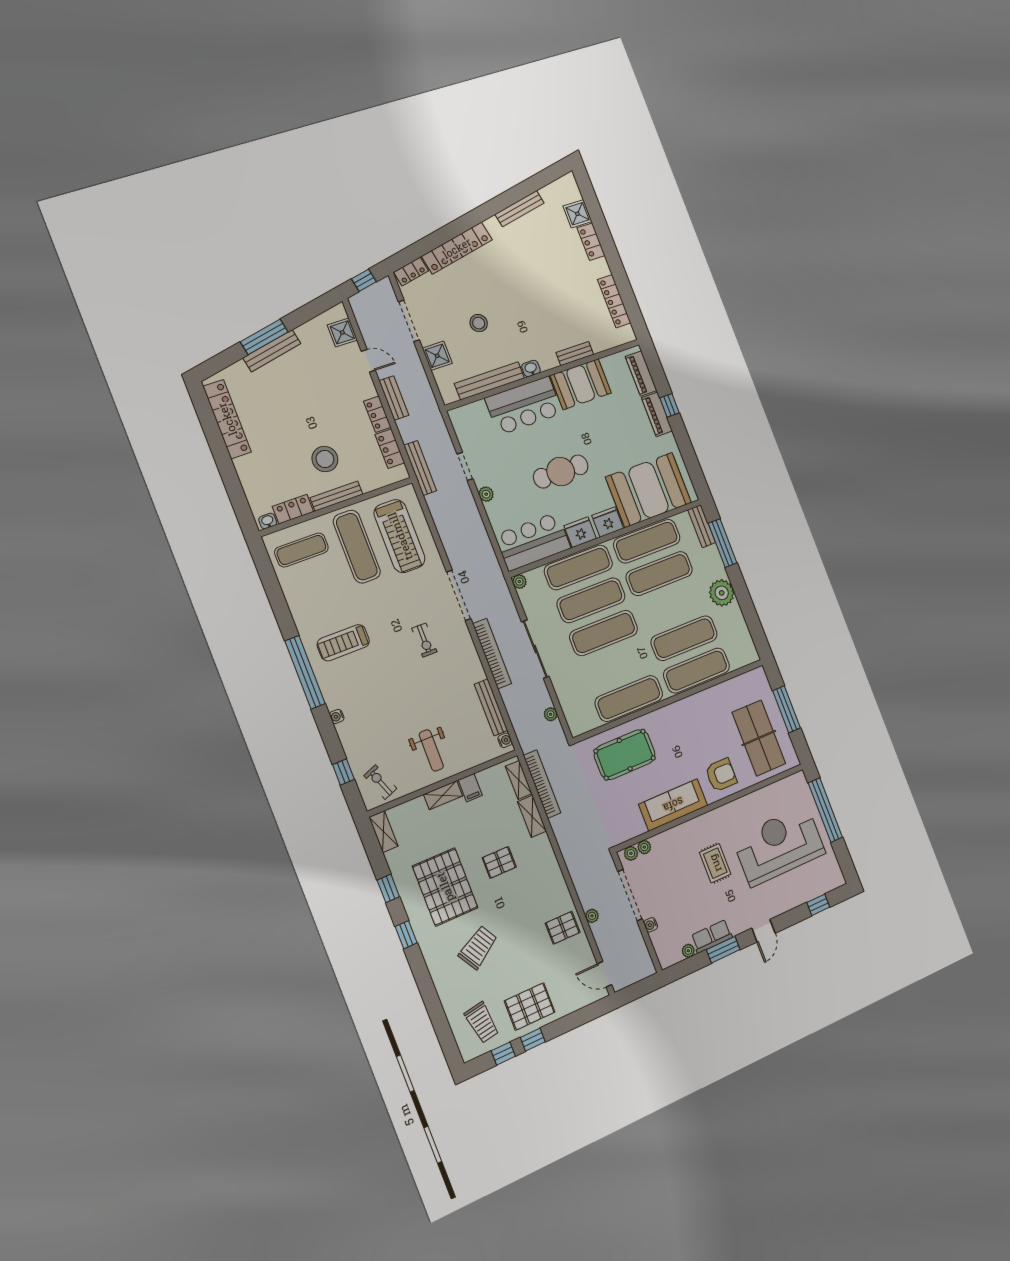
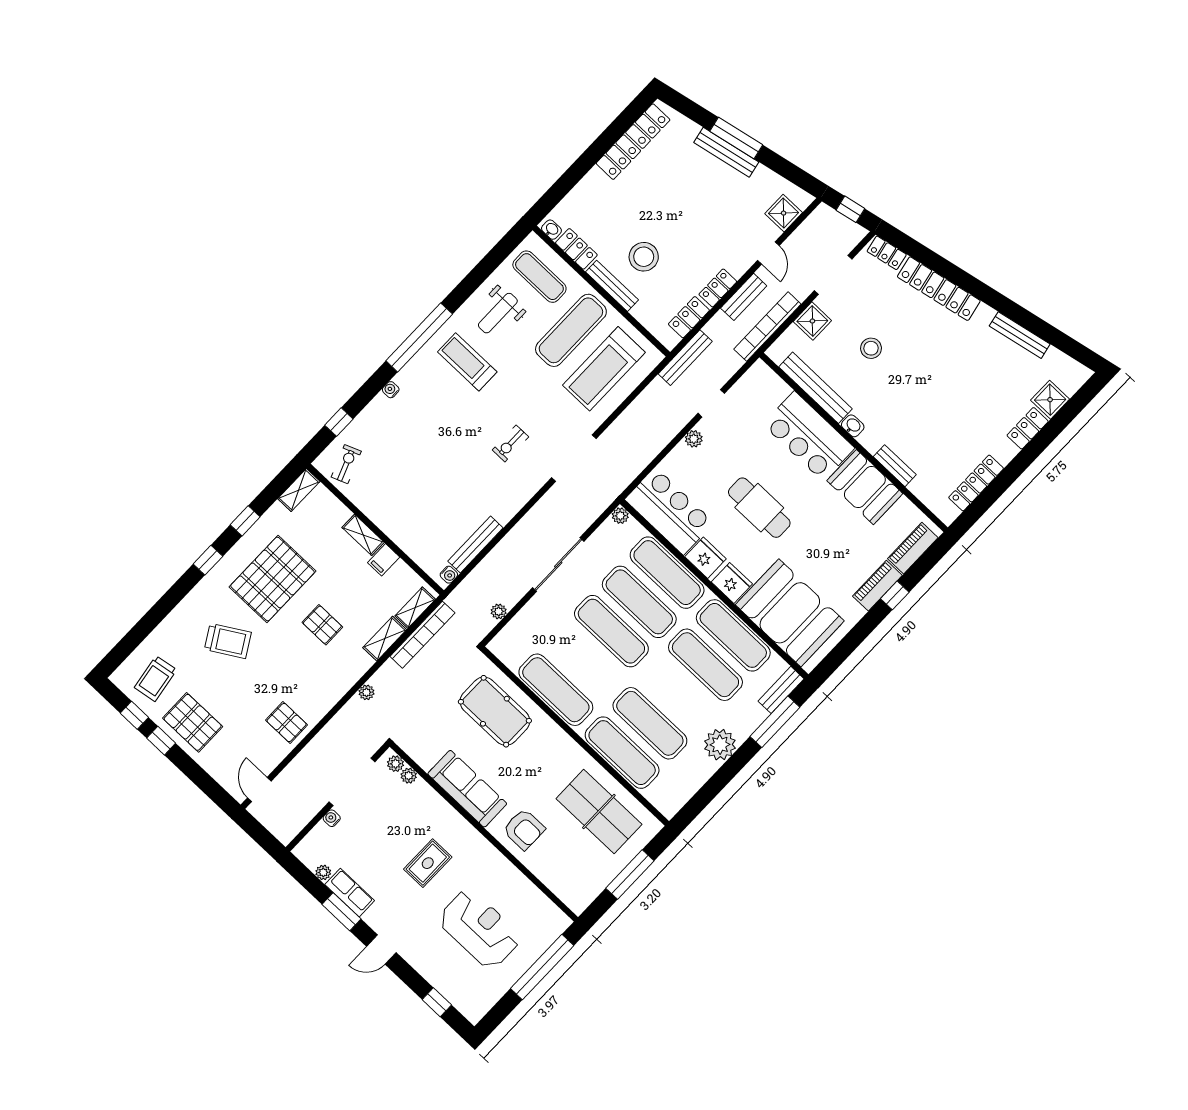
bookcase: (492, 654) -> (767, 327), moved, turned 180
table tennis table: (759, 738) -> (599, 811), moved, turned 90
weight bench: (431, 750) -> (498, 313), moved
reception desk: (779, 846) -> (479, 929), width x0.74, depth x0.77
plant: (592, 916) -> (366, 692), moved

